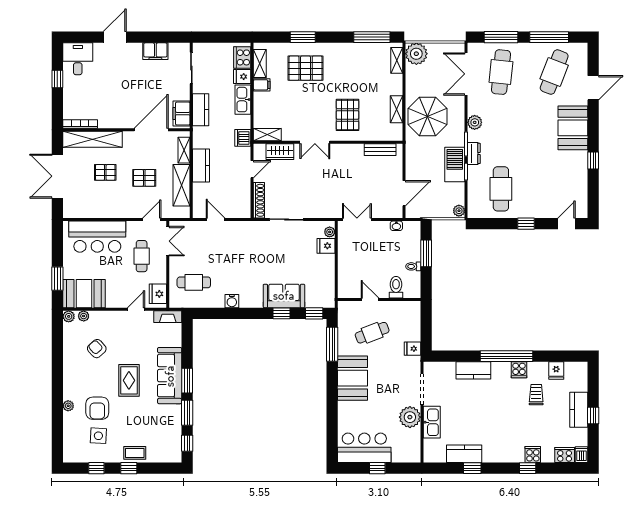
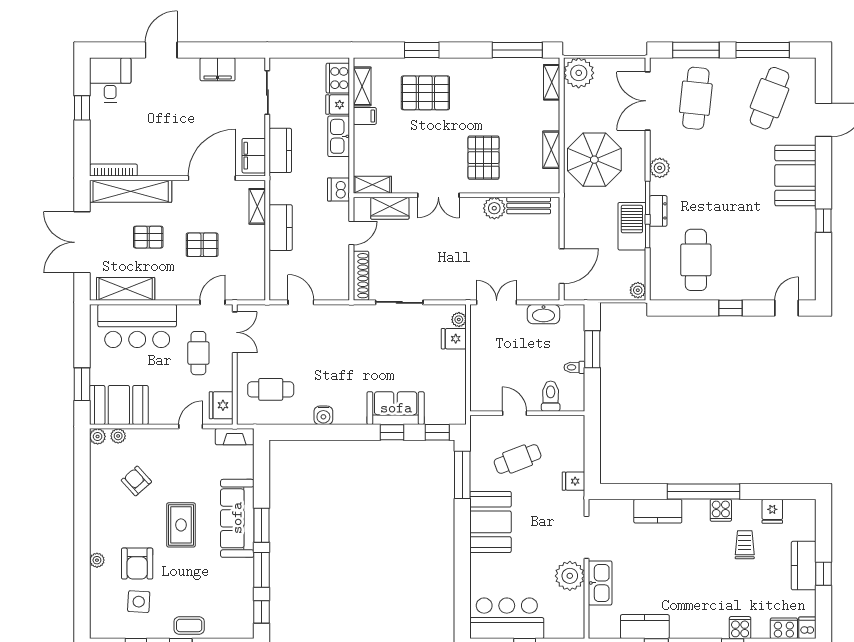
plant: (355, 151) -> (494, 208), added
shelving: (182, 185) -> (126, 289), moved, turned 90
washbasin: (396, 226) -> (543, 314), width x1.91, depth x1.45

